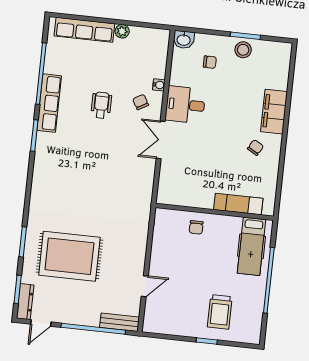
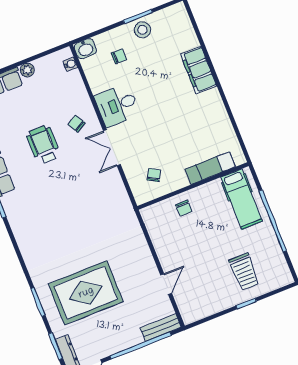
water cooler: (159, 85) -> (70, 64), moved
wheelchair: (101, 105) -> (43, 145), width x1.36, depth x1.37
chair: (256, 147) -> (154, 175), moved

